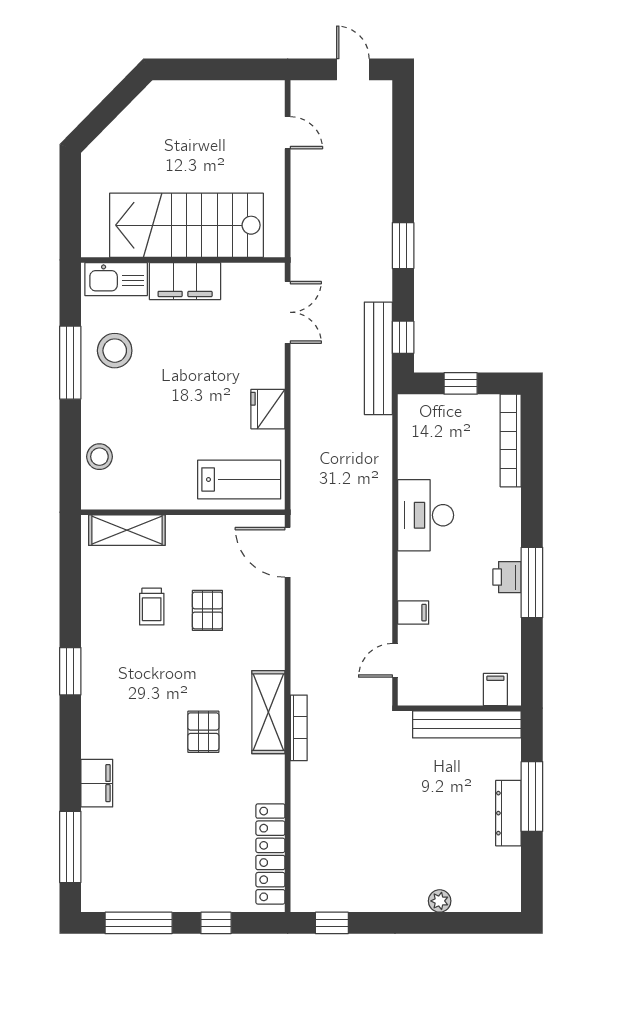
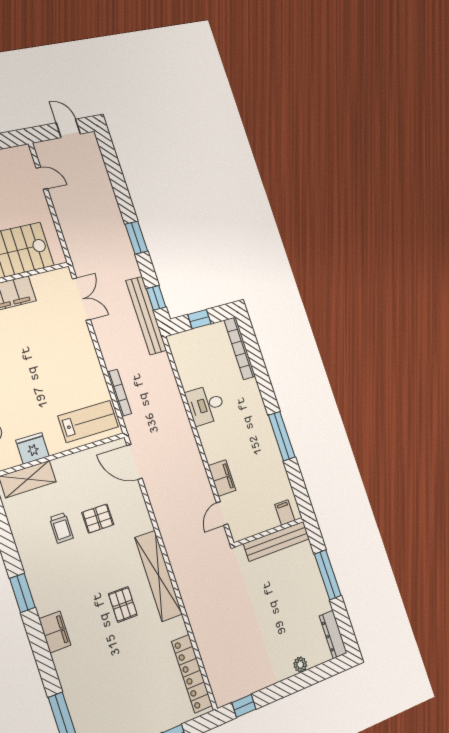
fridge: (268, 409) -> (32, 448), moved, turned 90
desk: (426, 515) -> (206, 405), width x0.73
printer: (507, 577) -> (267, 437), removed
pallet: (207, 610) -> (98, 519), turned 90
filing cabinet: (413, 613) -> (222, 478), width x2.00
shelving: (268, 712) -> (159, 576), width x1.47
bookcase: (299, 728) -> (119, 393), moved
filing cabinet: (97, 783) -> (55, 632), moved
dresser: (508, 813) -> (333, 634), moved

